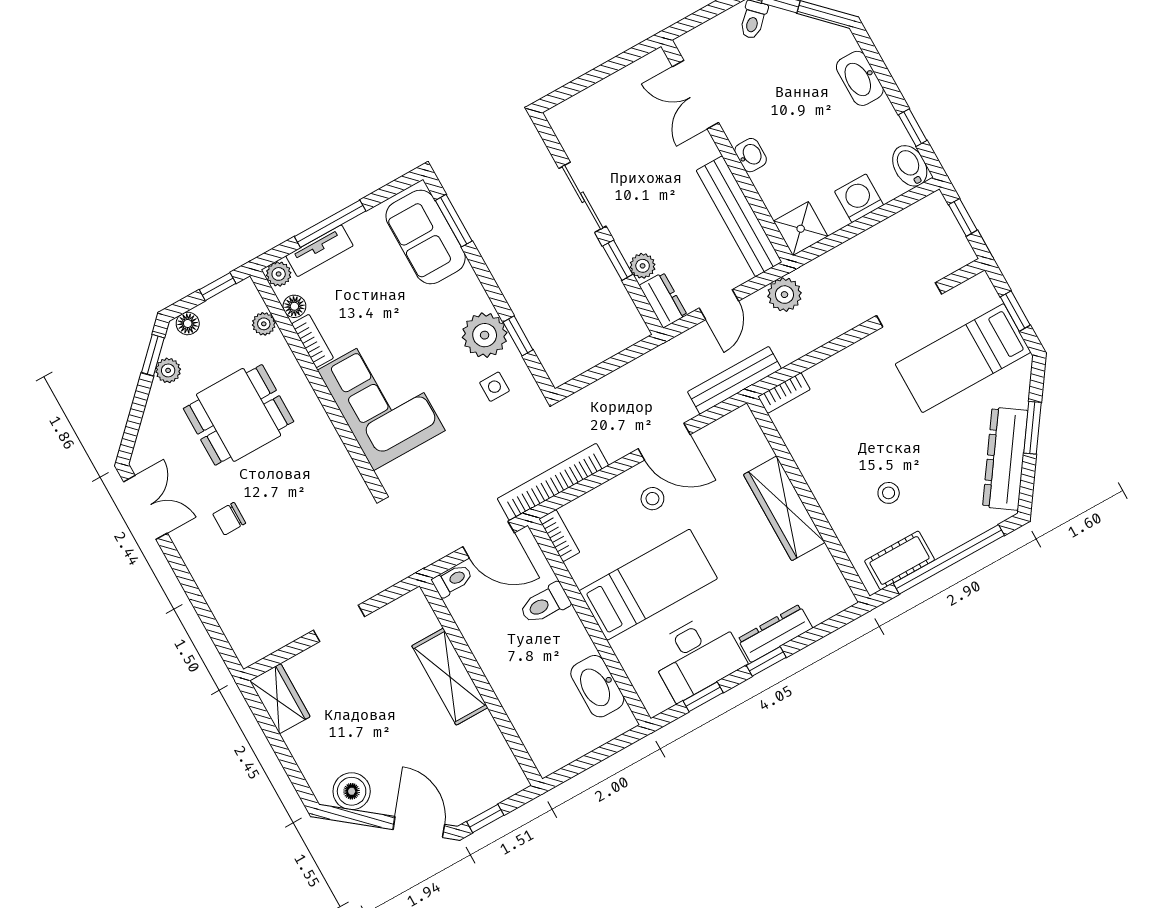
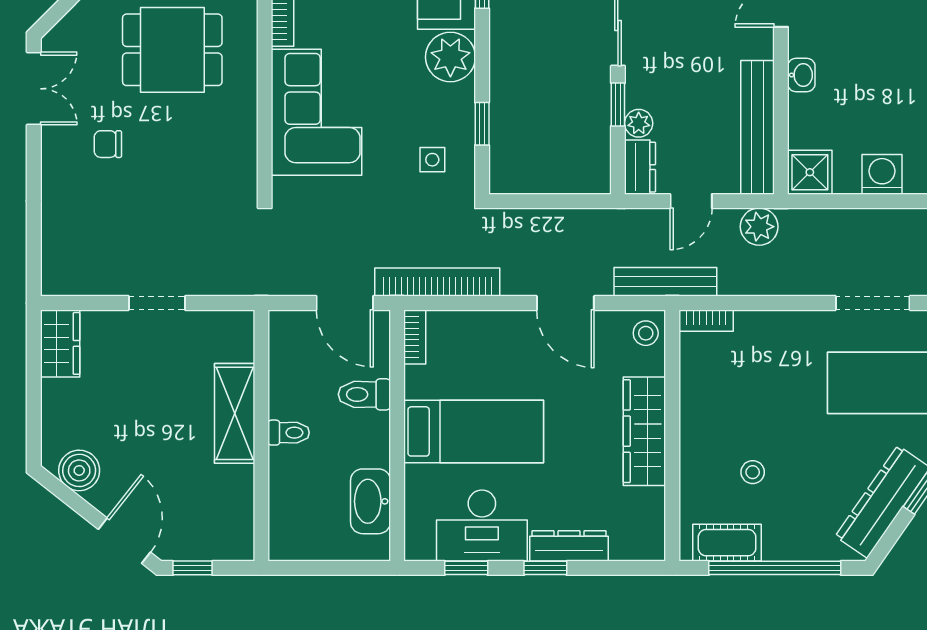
plant: (485, 335) -> (450, 57), moved
stool: (652, 499) -> (646, 333), moved
toilet: (453, 580) -> (289, 433), moved

